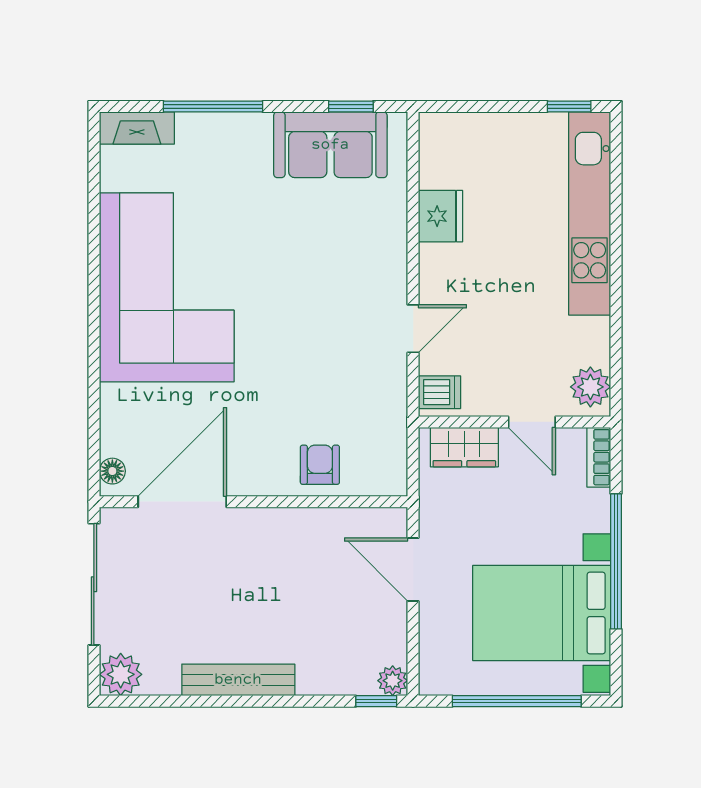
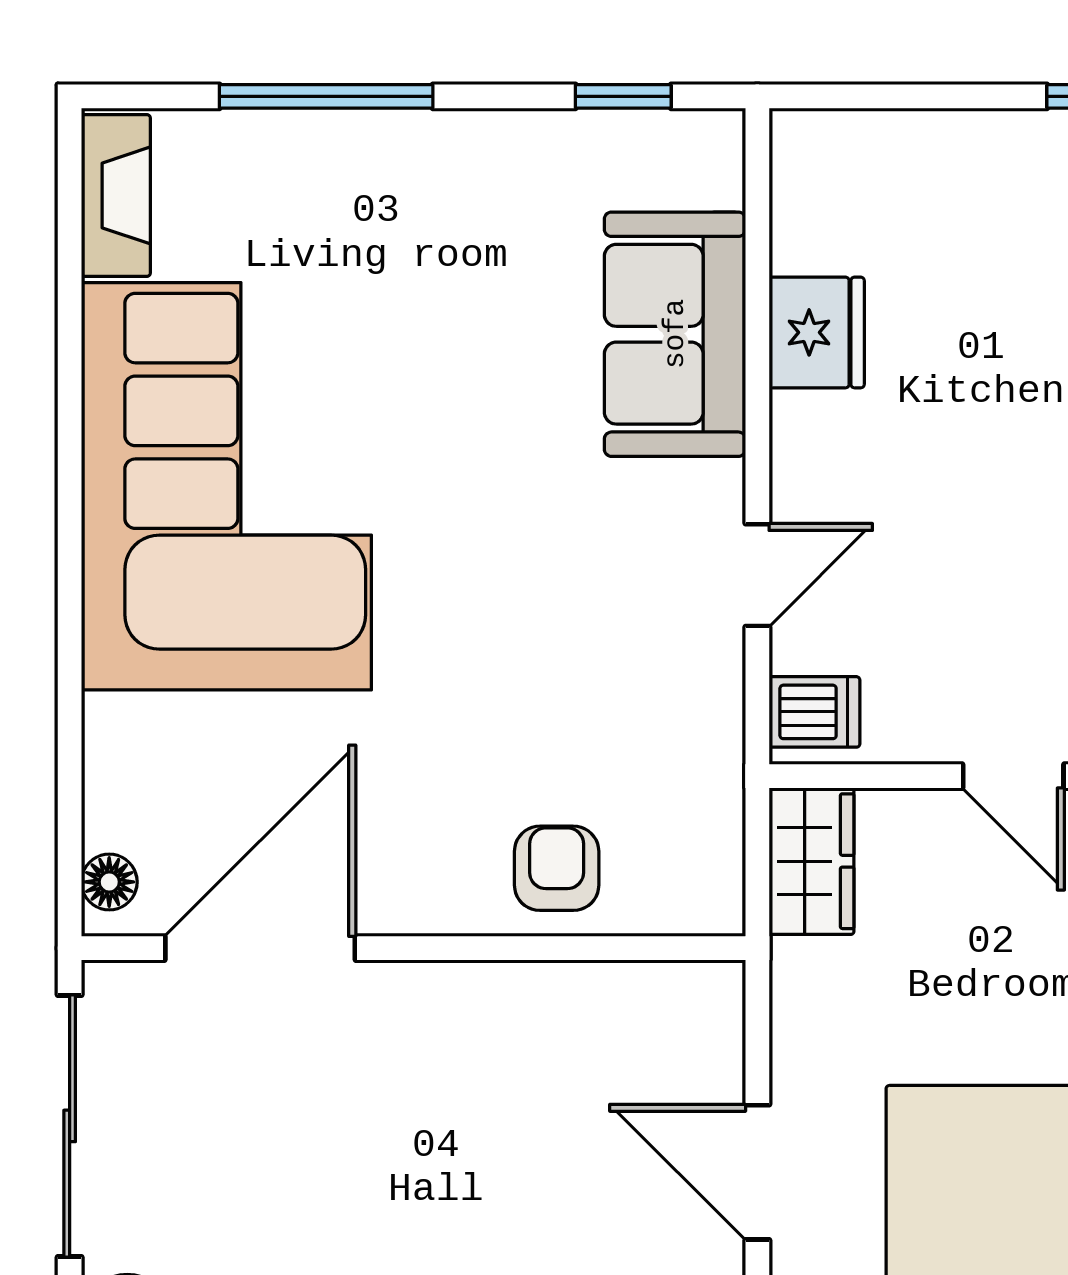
fireplace: (137, 128) -> (116, 195), moved, turned -90
sofa: (330, 145) -> (675, 334), moved, turned 90
wardrobe: (464, 447) -> (811, 861), moved, turned -90
door: (413, 570) -> (757, 1172), moved

